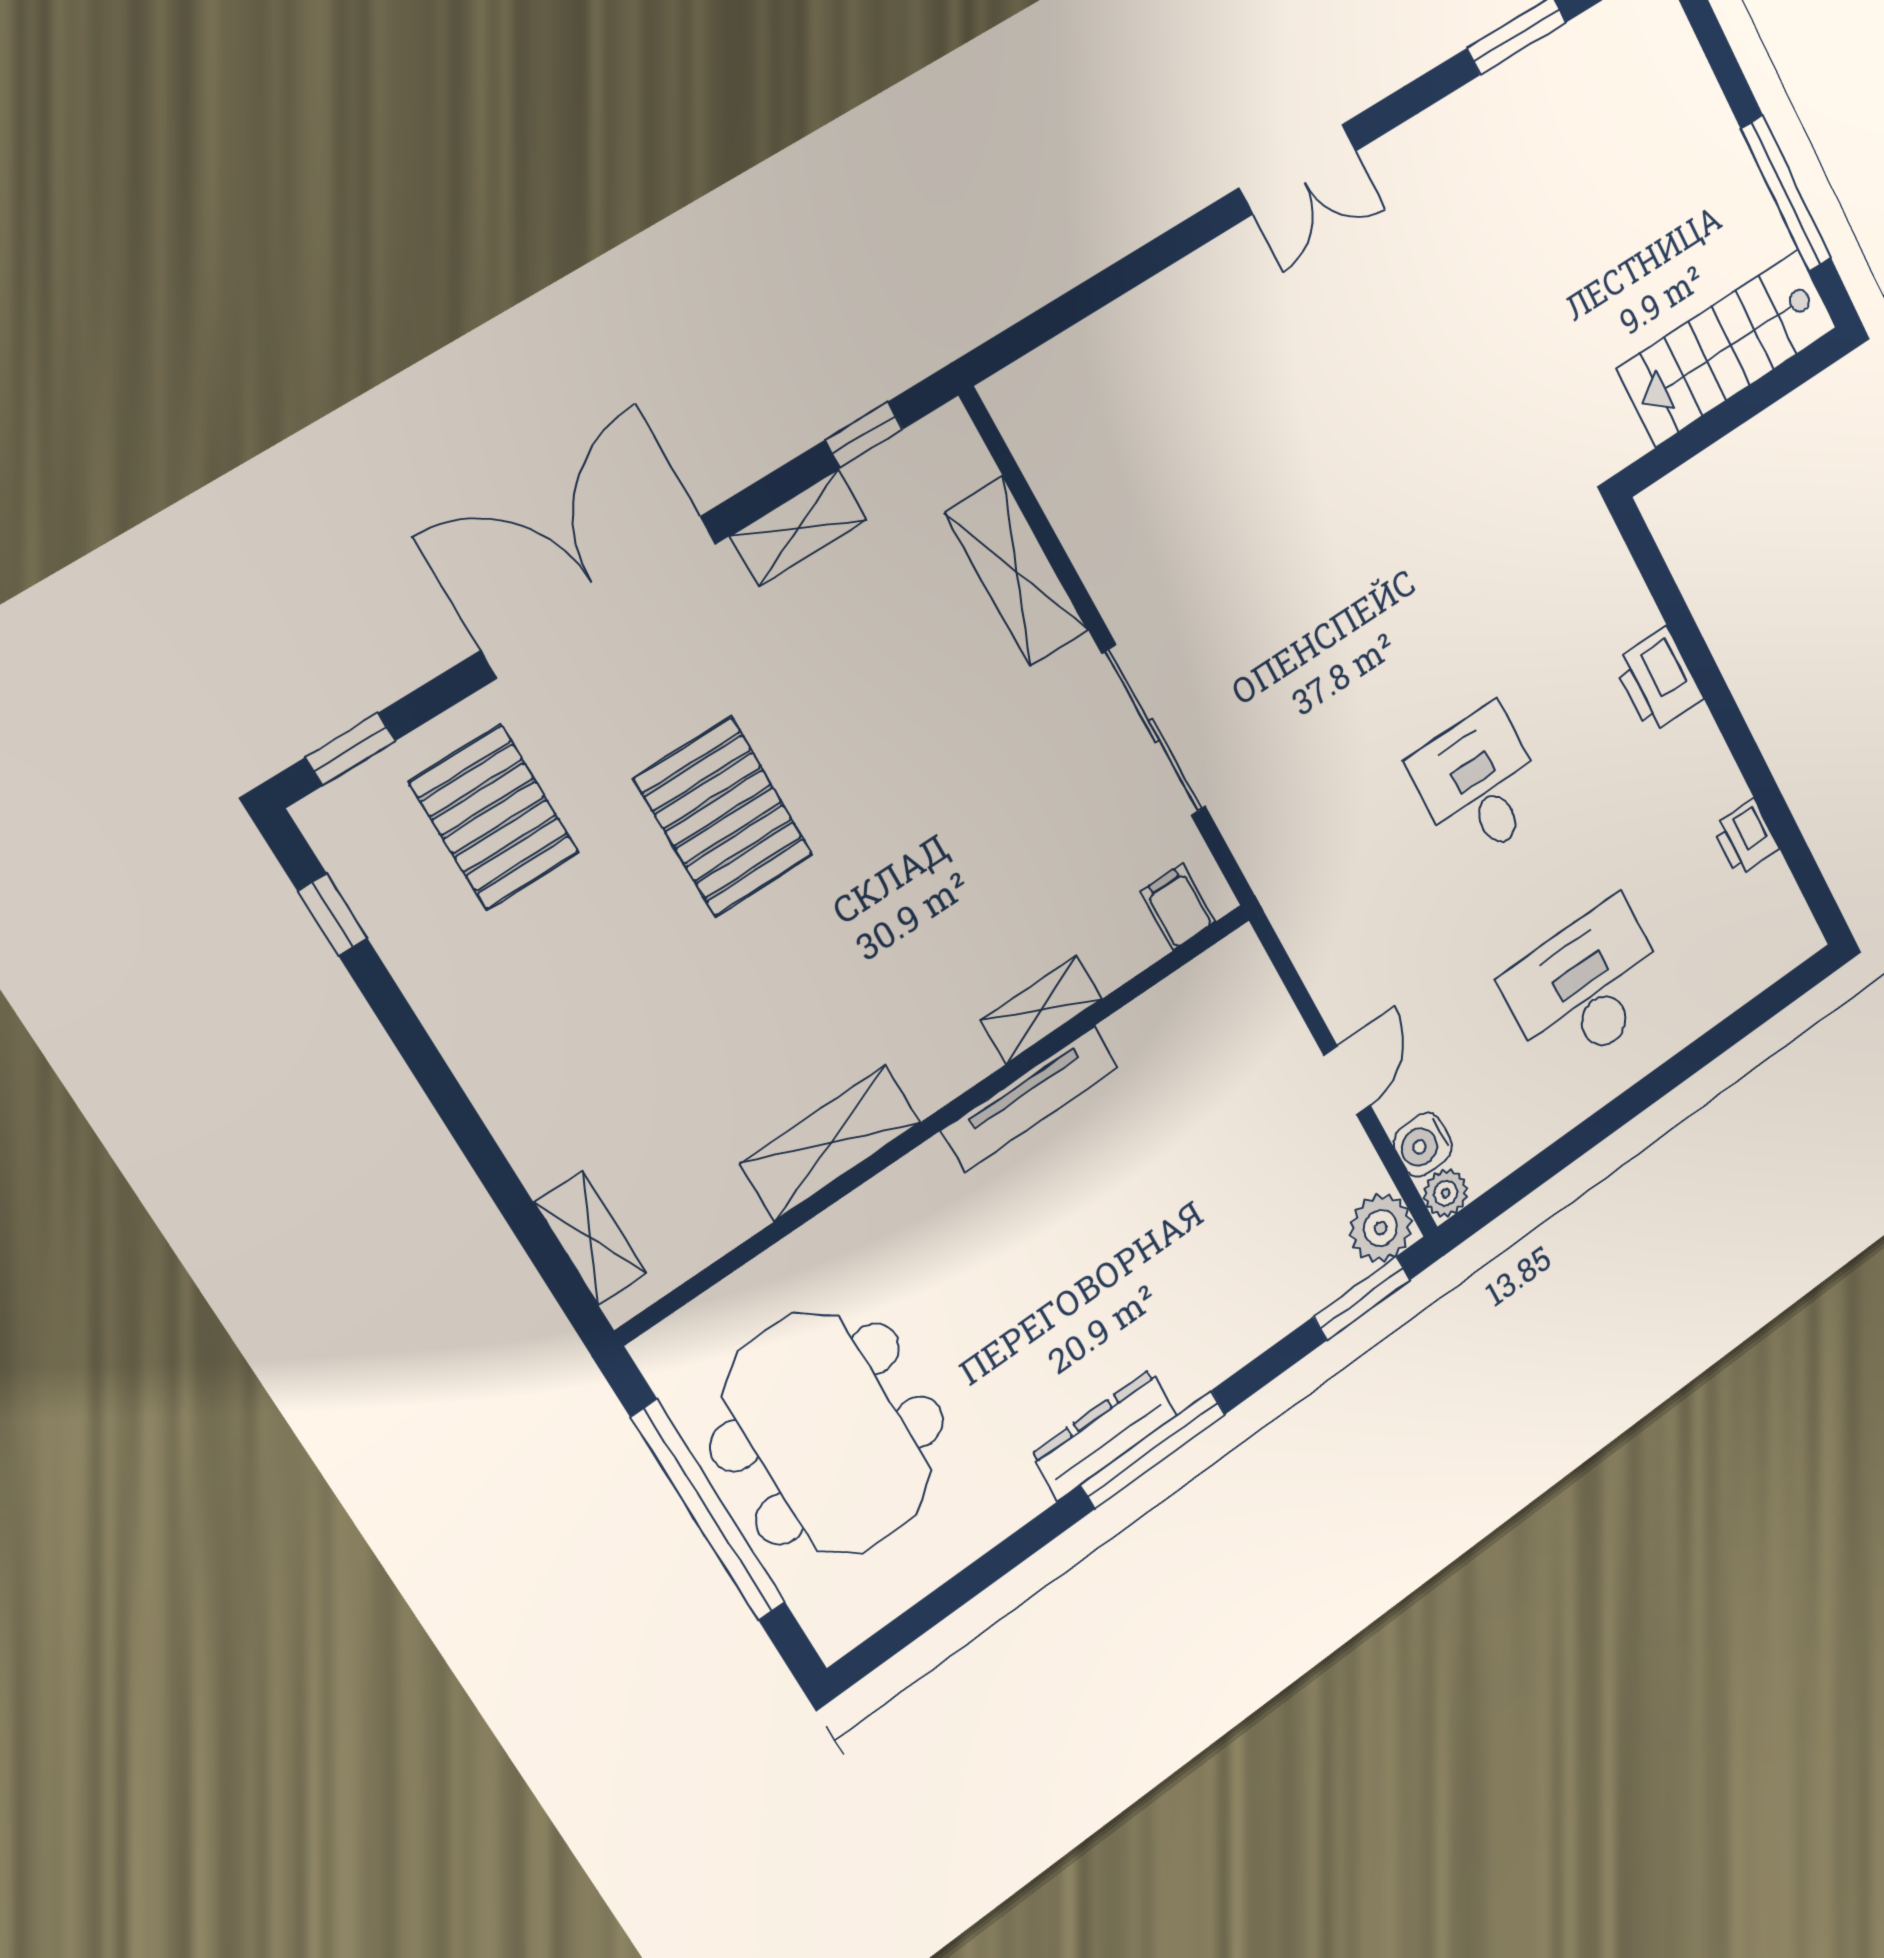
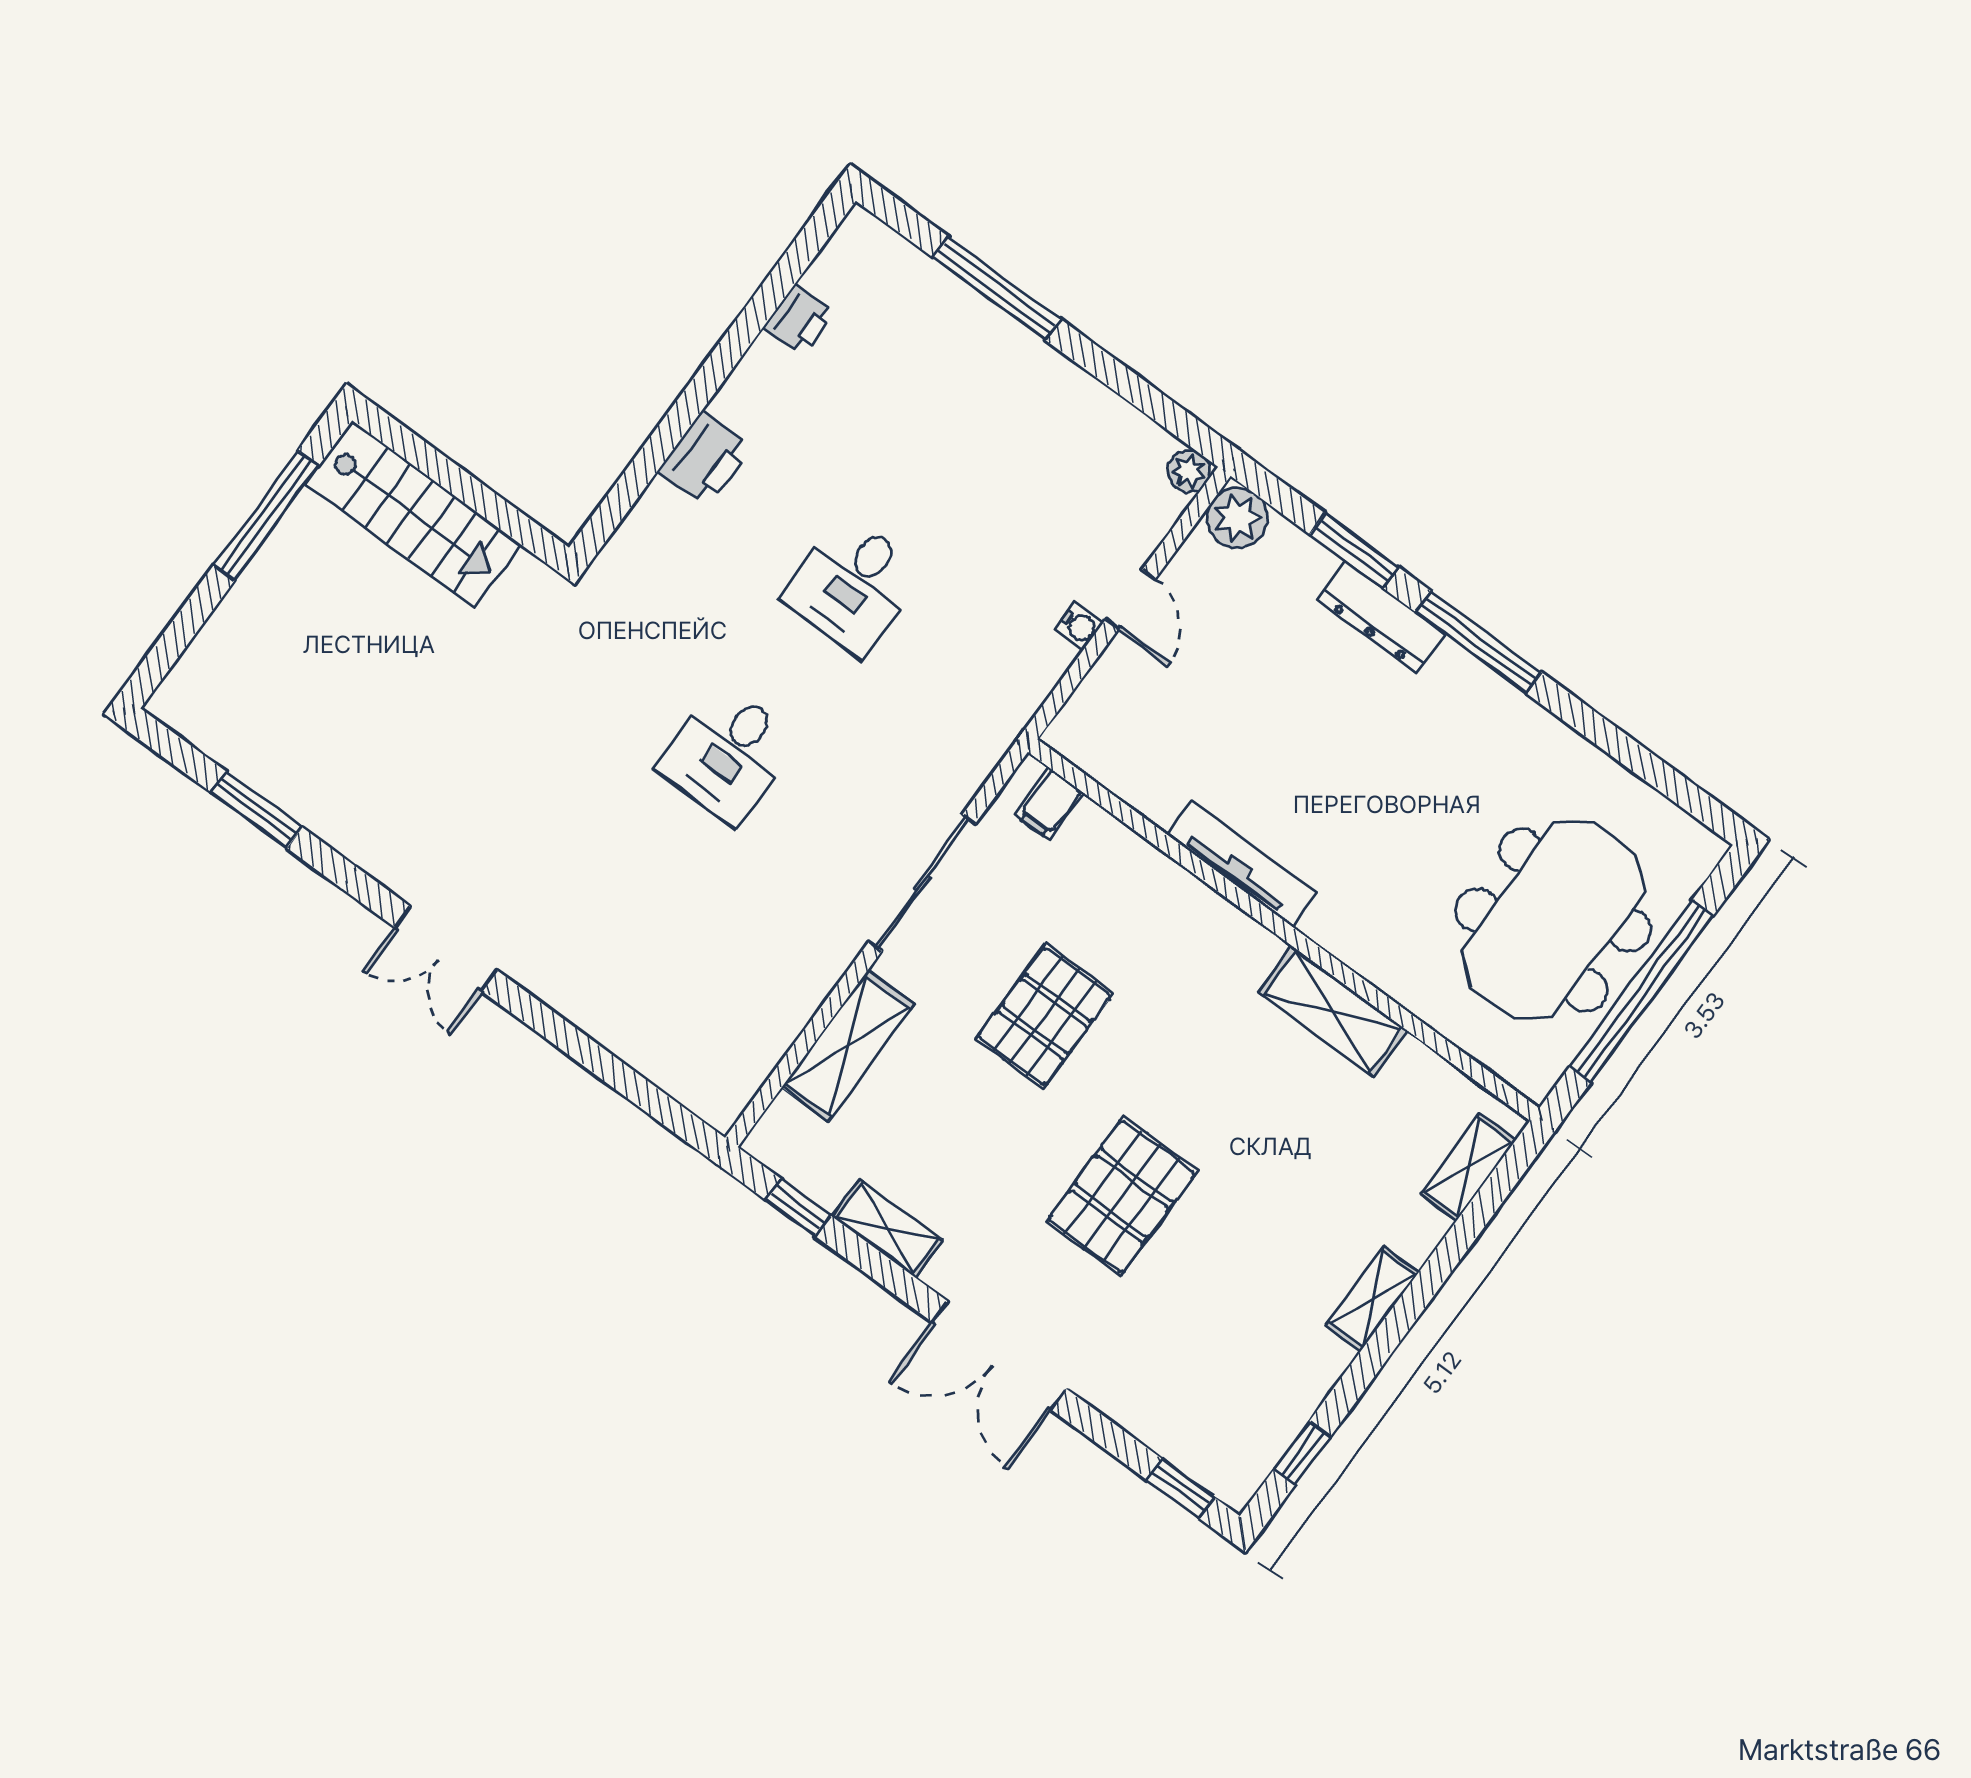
double door: (1298, 169) -> (446, 949), swing flipped
double door: (600, 597) -> (999, 1355), width x0.73
pallet: (494, 817) -> (1044, 1016), moved
desk: (1586, 988) -> (728, 754), moved, width x0.73
shelving: (1041, 1010) -> (1372, 1299), moved, turned 90
window: (1694, 1058) -> (997, 288), added
door: (1347, 1080) -> (1130, 599), swing flipped
water cooler: (1423, 1145) -> (1079, 626), moved, width x0.72, depth x0.72
window: (1362, 1298) -> (1354, 551), moved
dresser: (1104, 1435) -> (1381, 617), moved

